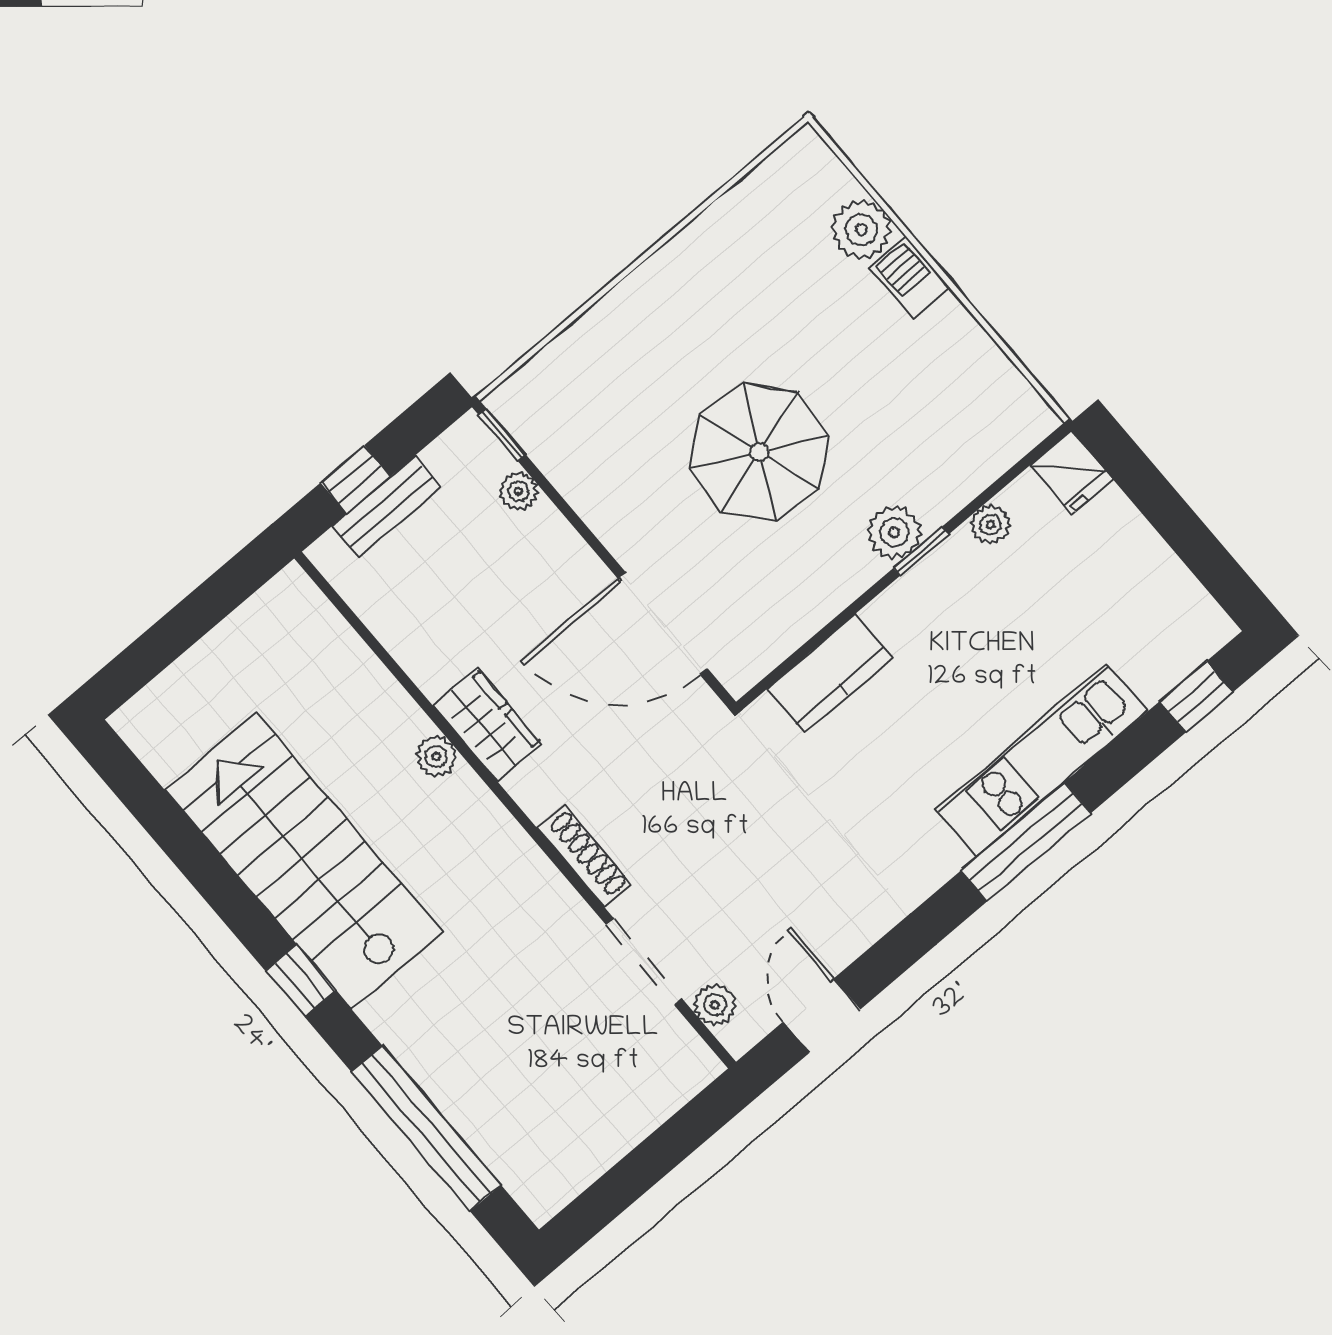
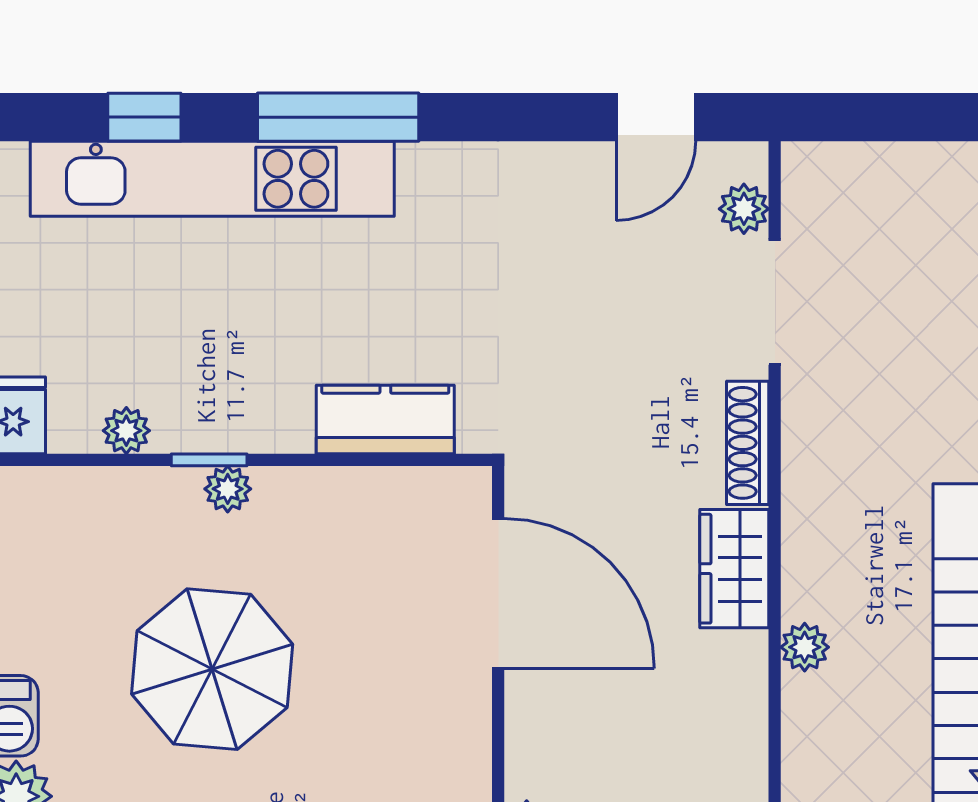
parasol: (759, 452) -> (212, 669), moved
plant: (894, 532) -> (228, 489), width x0.73, depth x0.73
window: (1196, 697) -> (144, 117), moved
wardrobe: (487, 725) -> (734, 569), moved
kitchen unit: (1042, 760) -> (212, 179), width x1.36

